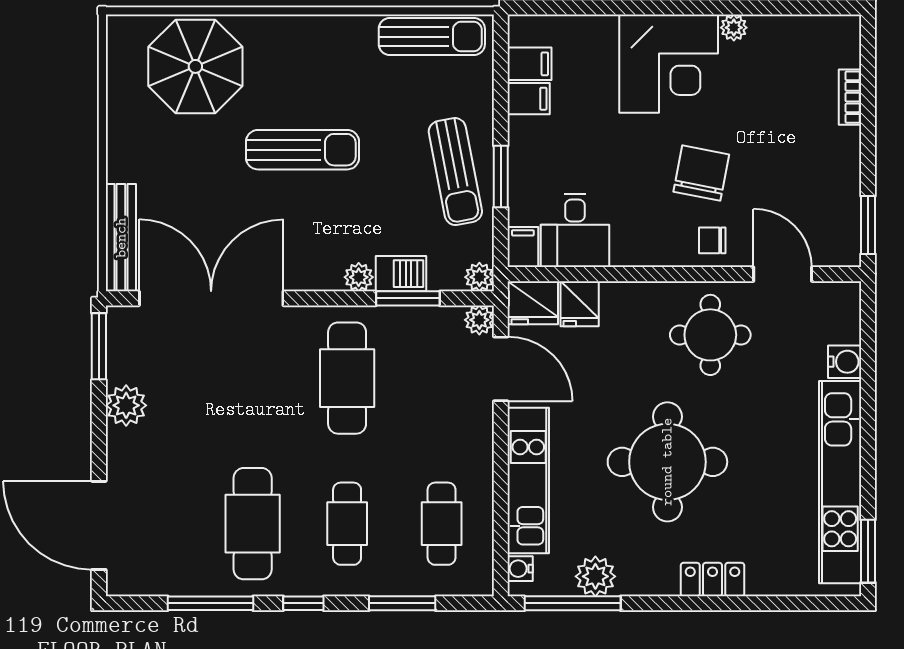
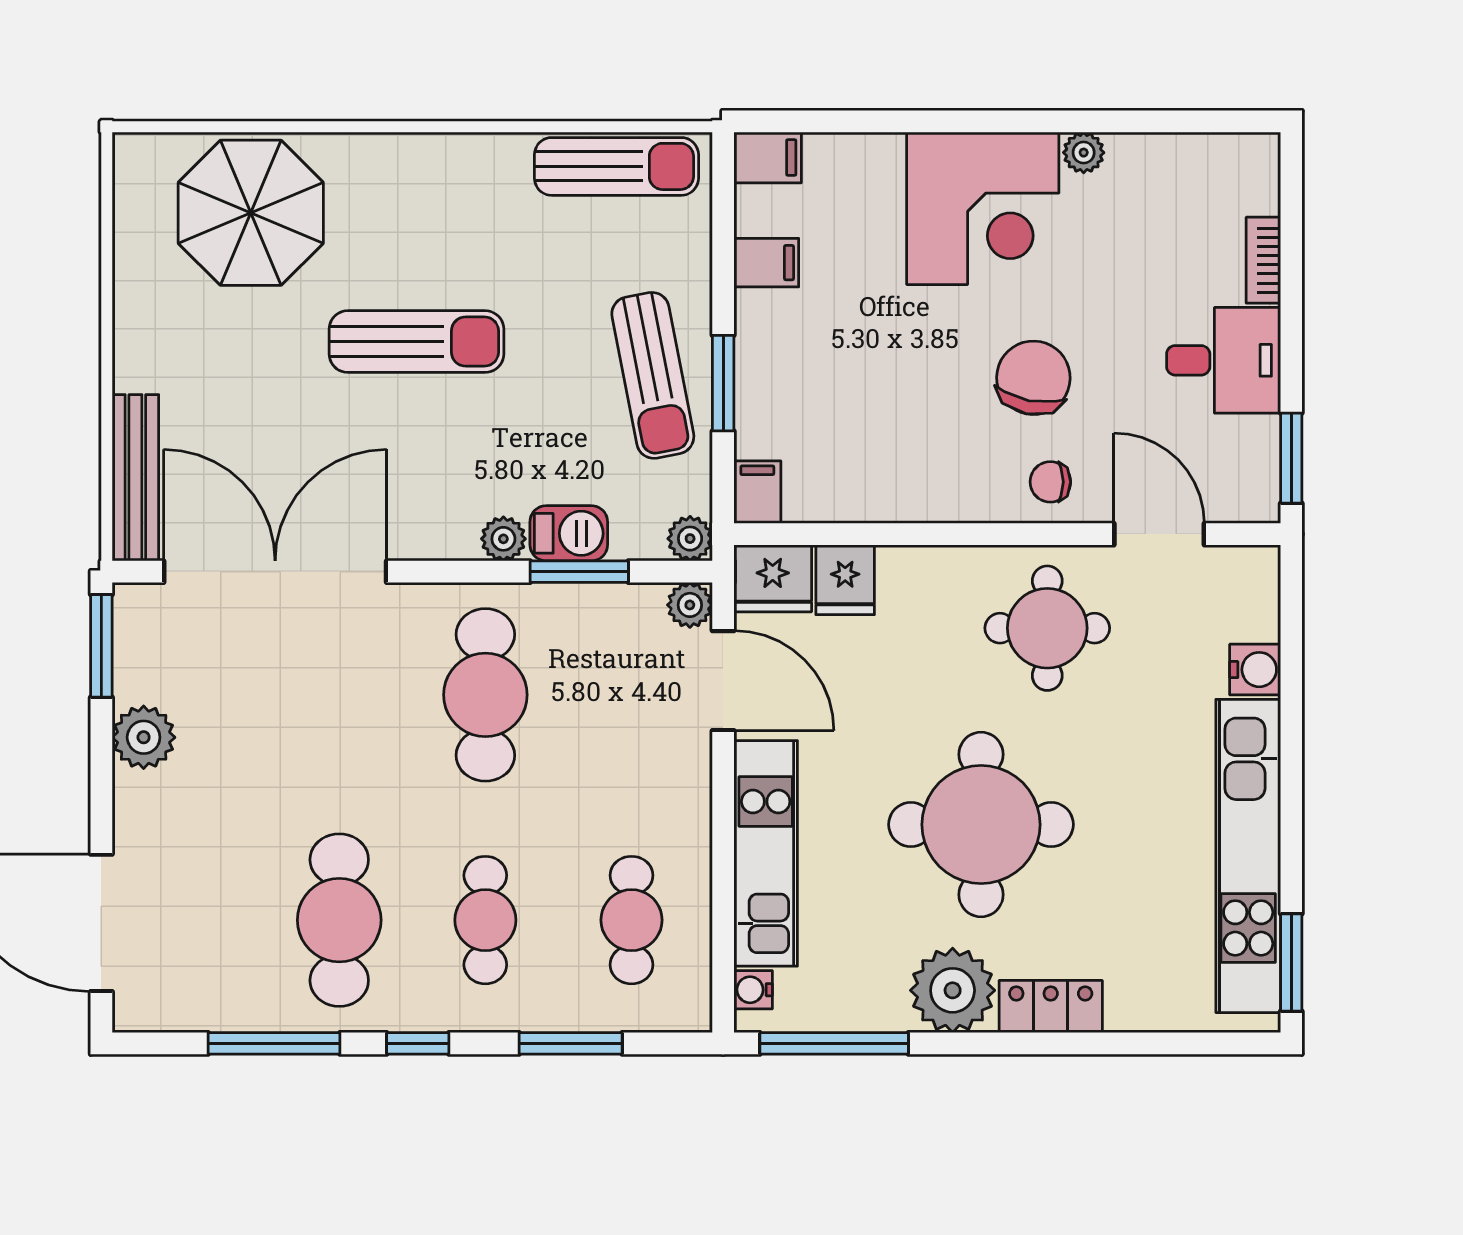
filing cabinet: (530, 64) -> (768, 157), moved
desk: (575, 230) -> (1224, 360), moved, turned -90
plant: (595, 576) -> (953, 990), moved, width x1.36, depth x1.36

